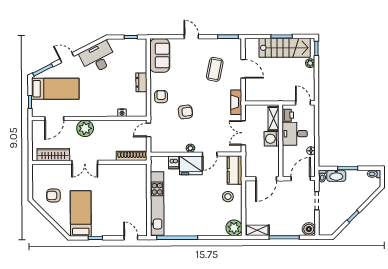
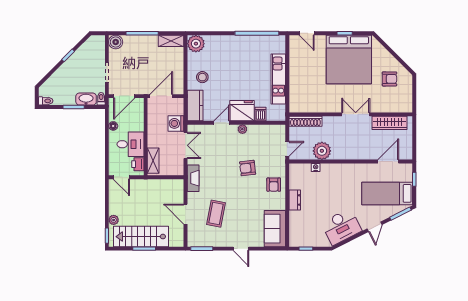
door: (67, 58) -> (375, 227), hinge flipped
plant: (85, 128) -> (322, 151), moved
washing machine: (272, 139) -> (176, 123), moved, turned 180
kitchen unit: (157, 204) -> (278, 79), width x0.73
bed: (81, 213) -> (349, 60), width x2.04

